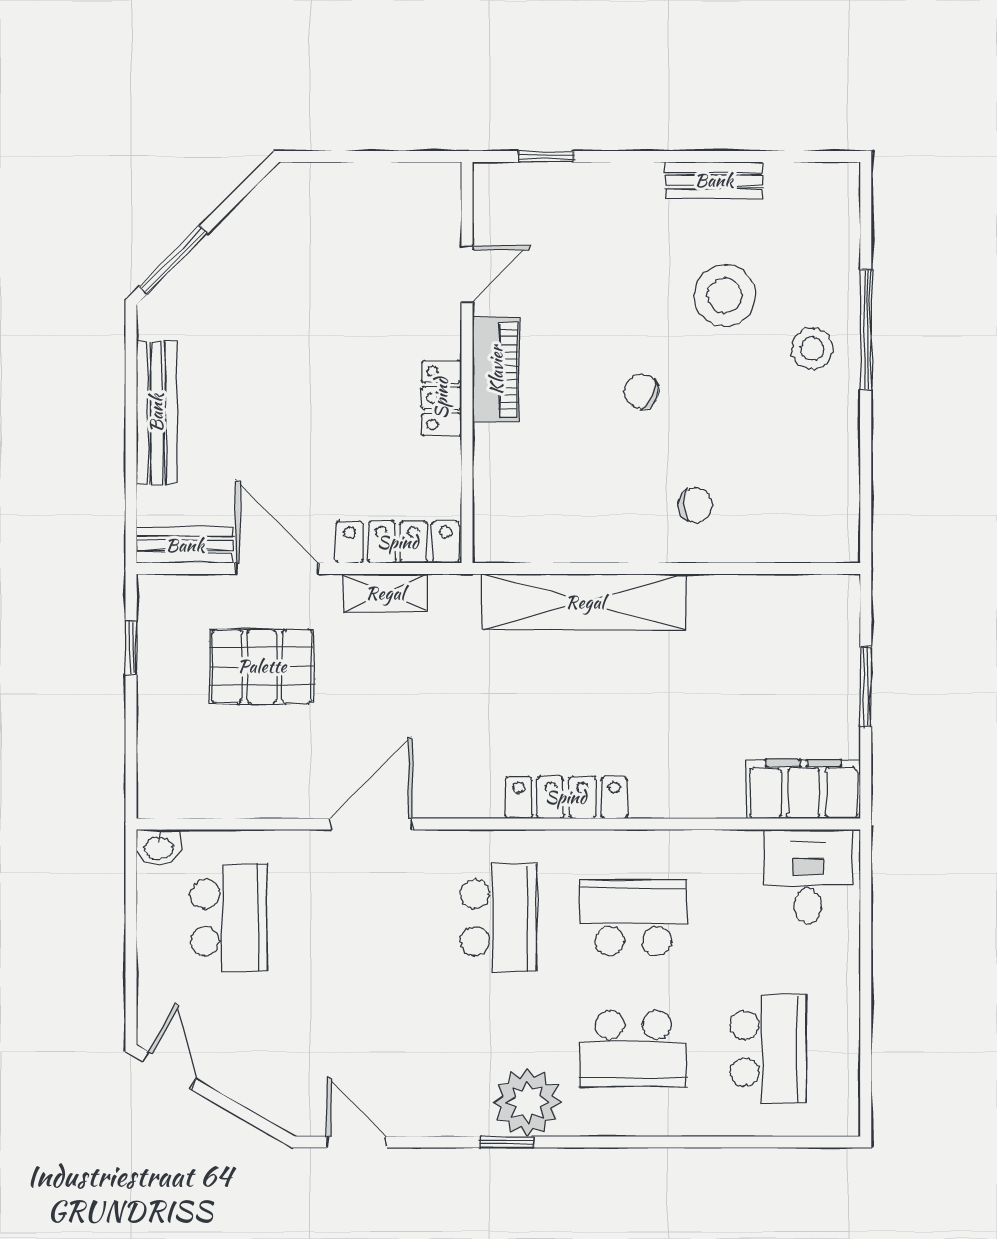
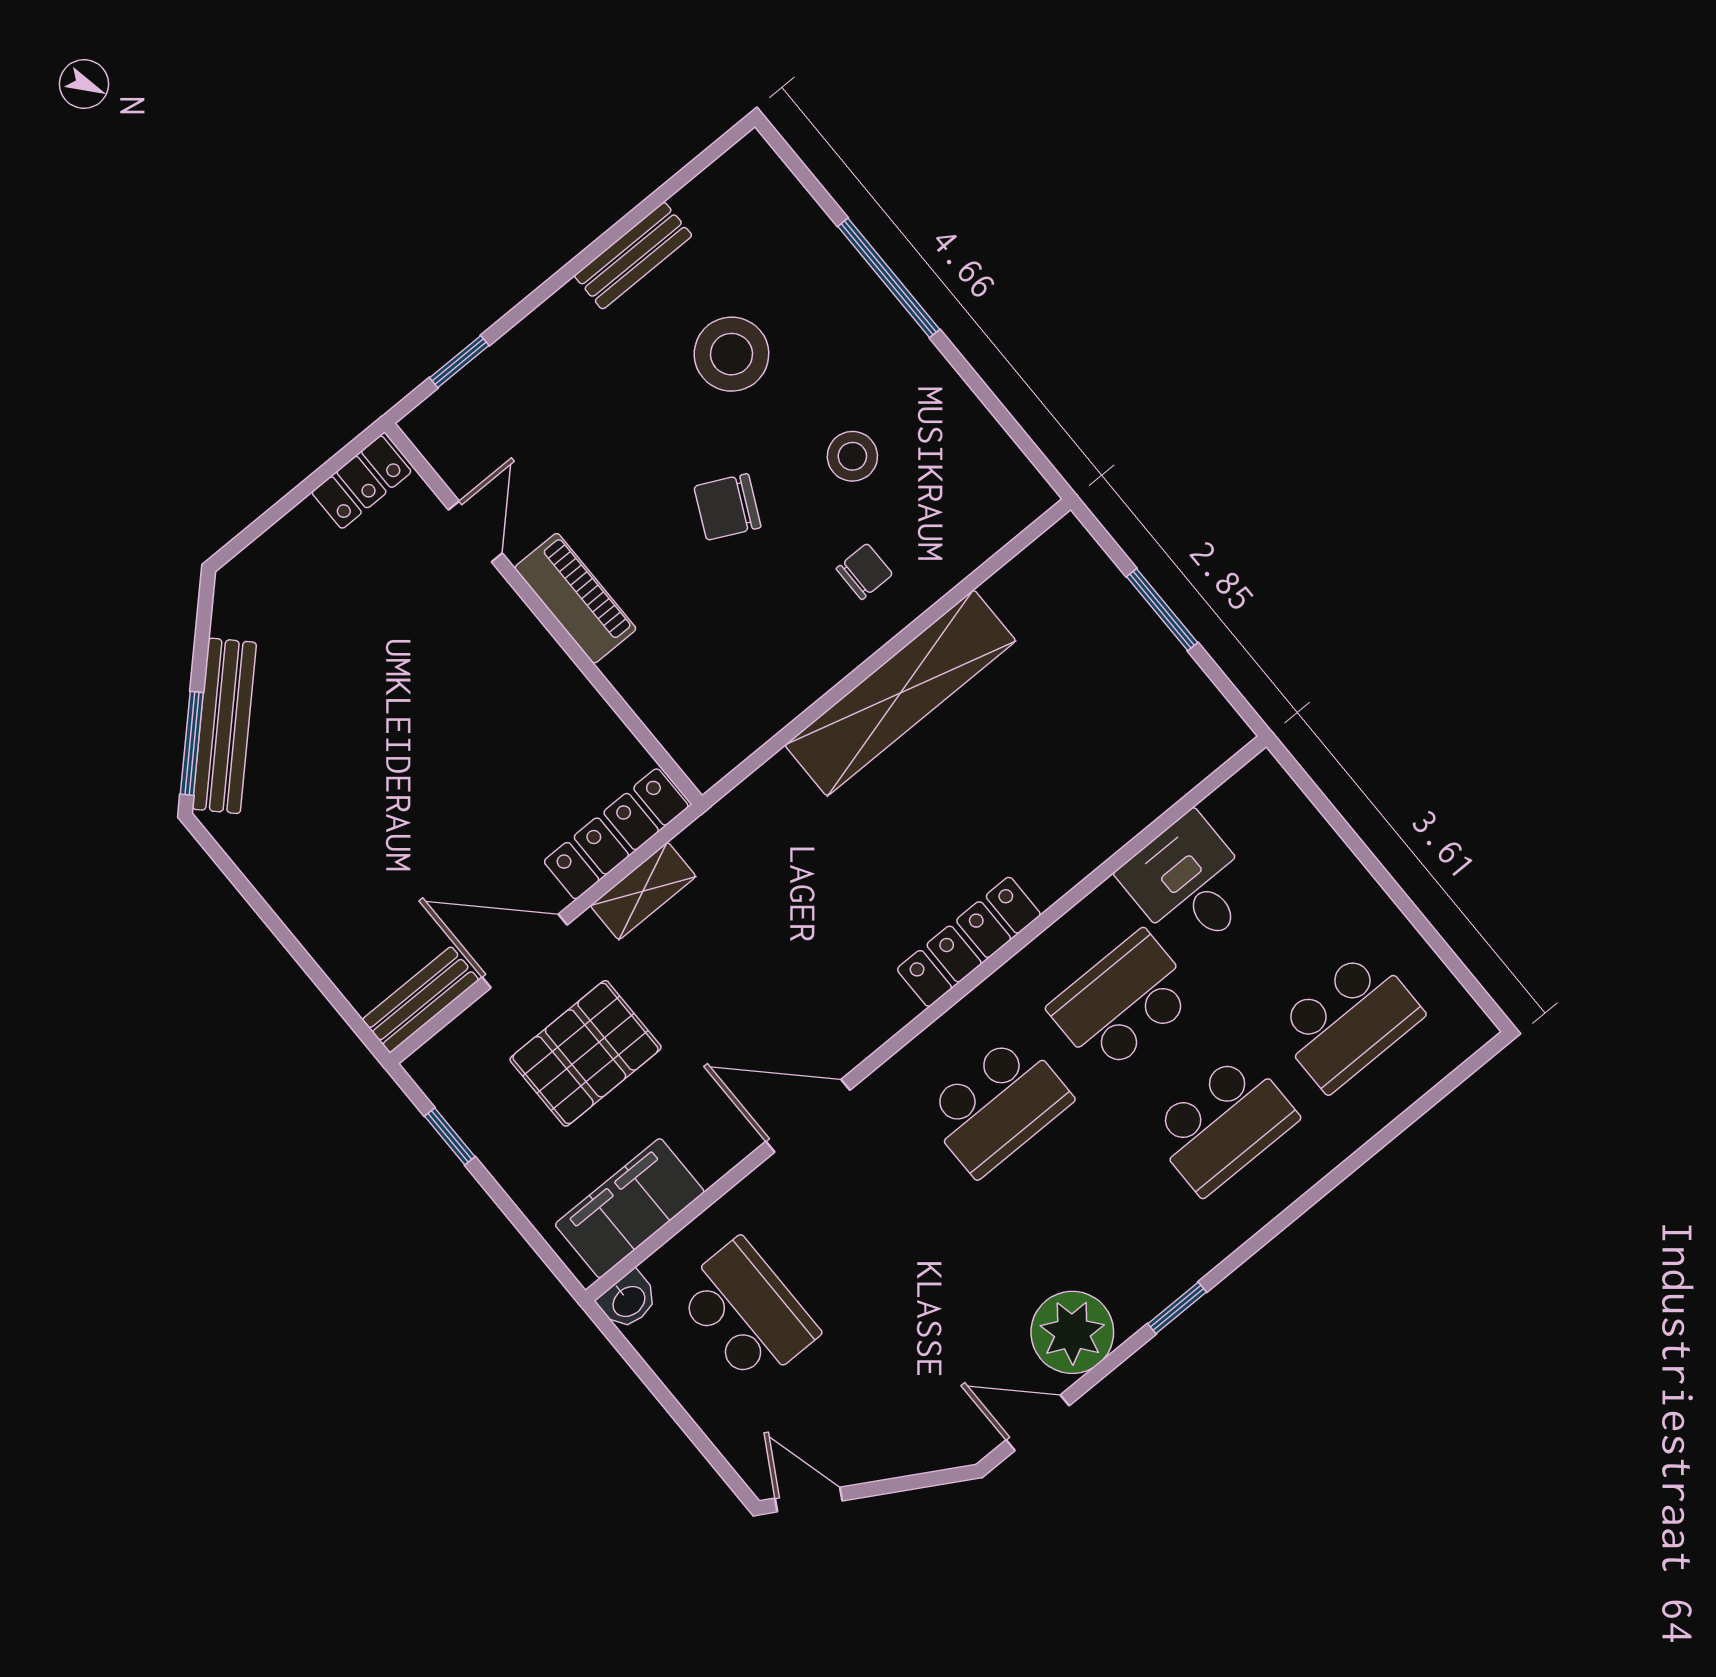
stool: (812, 349) -> (852, 456), moved
chair: (642, 391) -> (728, 507), width x1.37, depth x1.37
locker: (441, 398) -> (361, 482), moved, turned -90
bench: (156, 413) -> (224, 726), moved, turned 45
shelving: (585, 602) -> (900, 693), moved
filing cabinet: (803, 789) -> (630, 1208), moved
door: (371, 824) -> (808, 1116), hinge flipped
desk: (808, 877) -> (1189, 884), moved
school desk: (498, 917) -> (998, 1105), turned 90
school desk: (768, 1048) -> (1349, 1021), turned 90
plant: (527, 1102) -> (1072, 1332), moved

